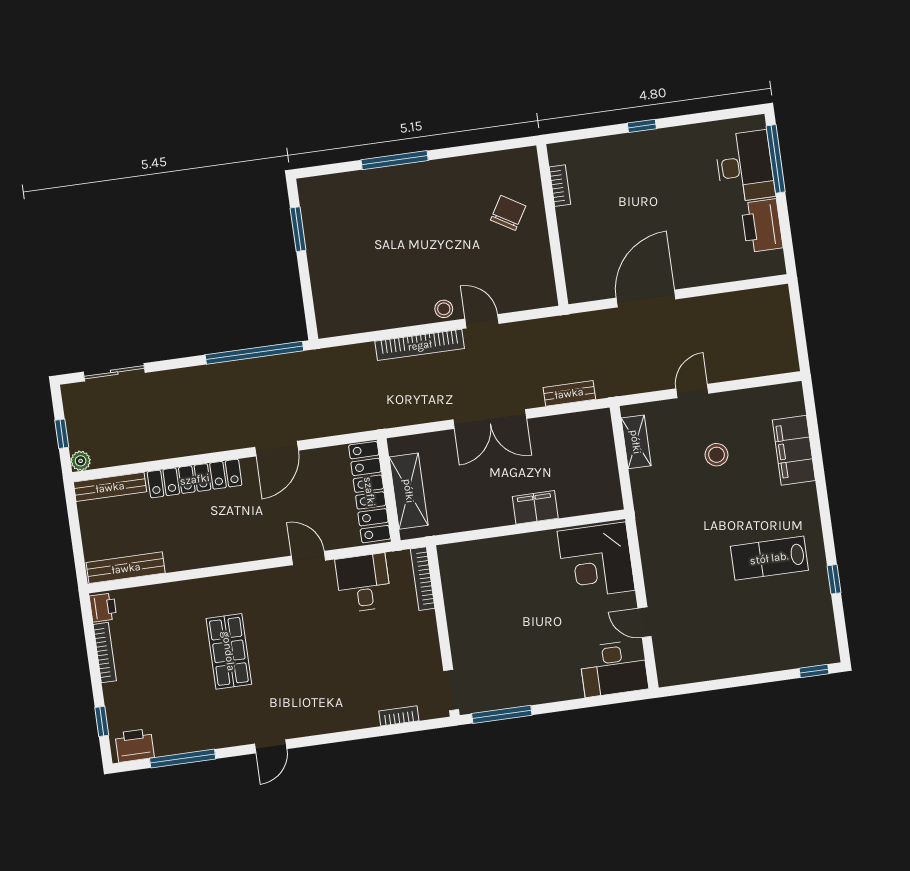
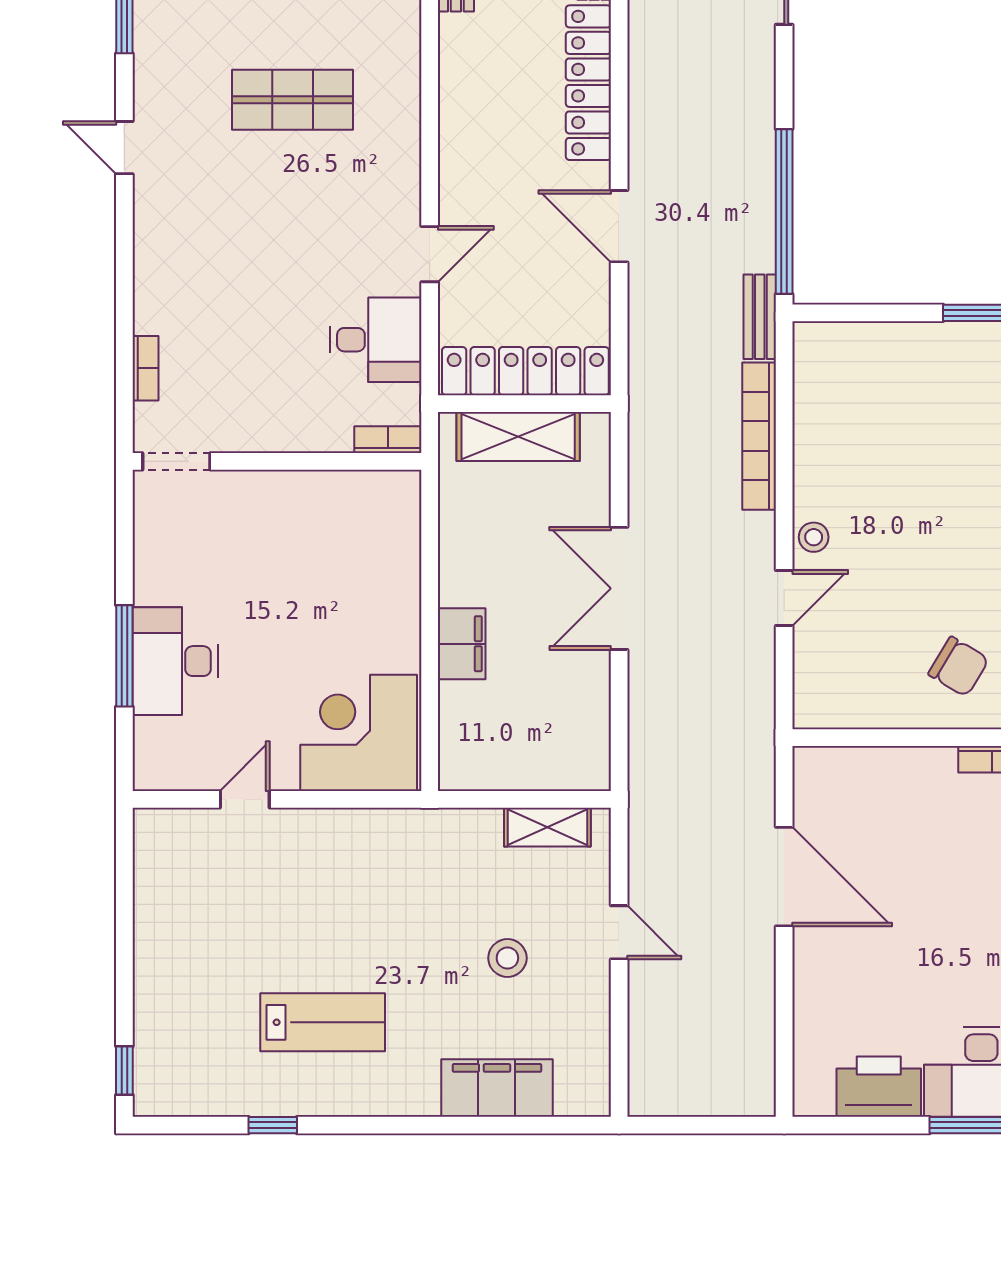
bookcase: (420, 345) -> (759, 436), moved
bench: (569, 393) -> (760, 317), moved
lab bench: (769, 558) -> (323, 1022), turned 90
bookcase: (423, 579) -> (388, 440), width x0.64
desk: (614, 668) -> (175, 661), moved
window: (502, 714) -> (124, 656), moved

